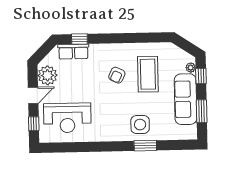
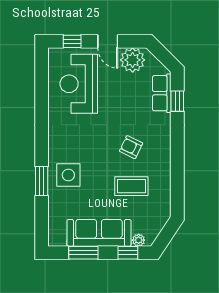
coffee table: (148, 74) -> (131, 186), width x0.73, depth x0.76

